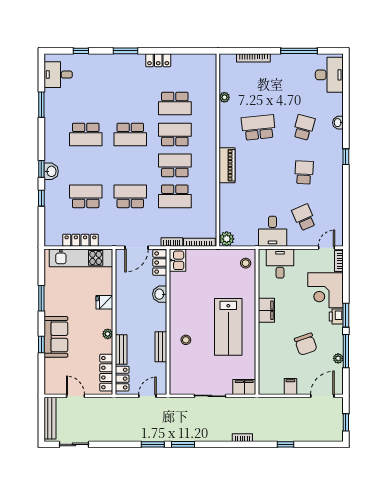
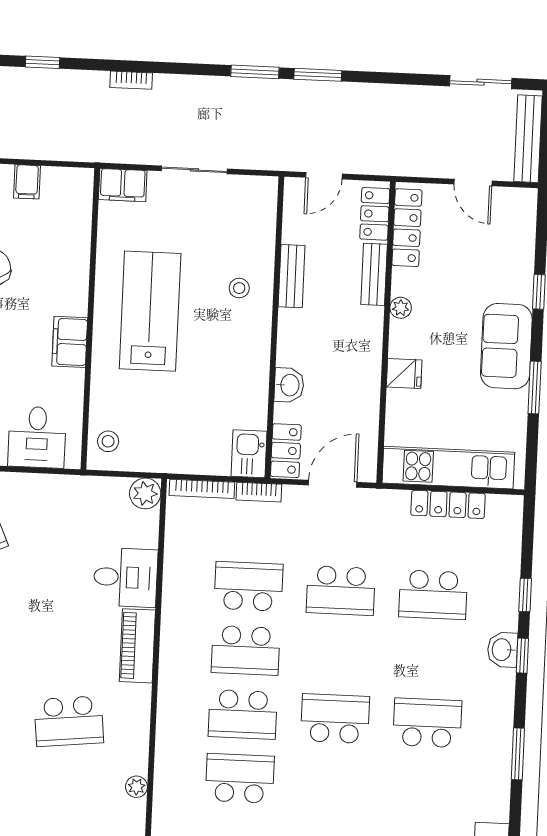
window: (41, 105) -> (518, 754), moved
desk: (273, 231) -> (126, 577), moved, turned 90
sofa: (56, 337) -> (506, 346), moved

